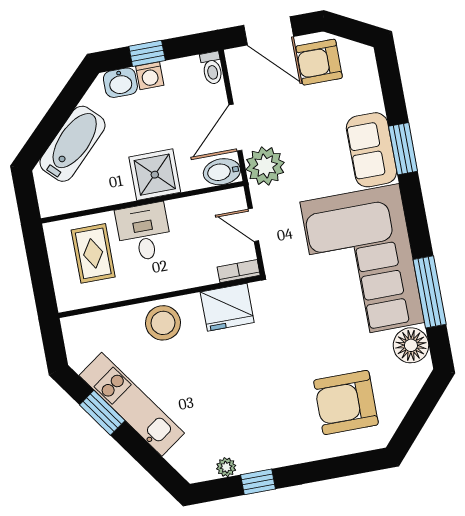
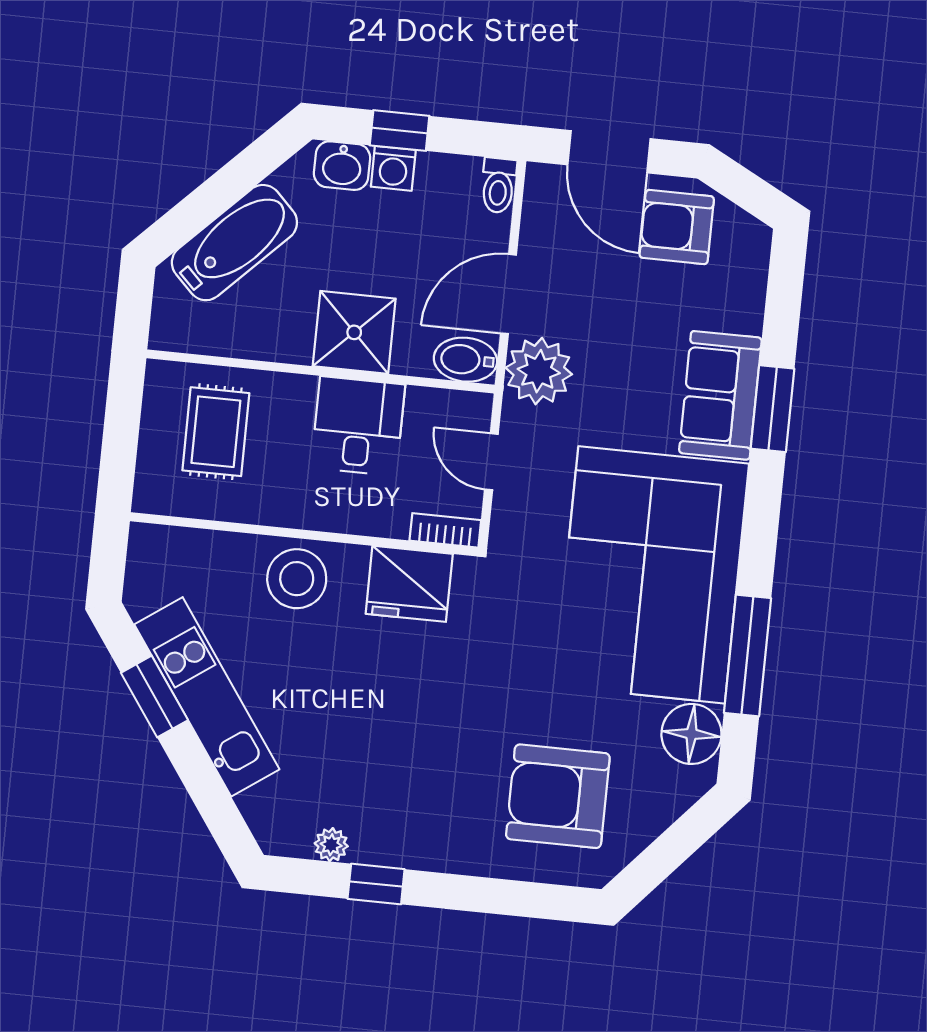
desk: (144, 232) -> (358, 426), moved

